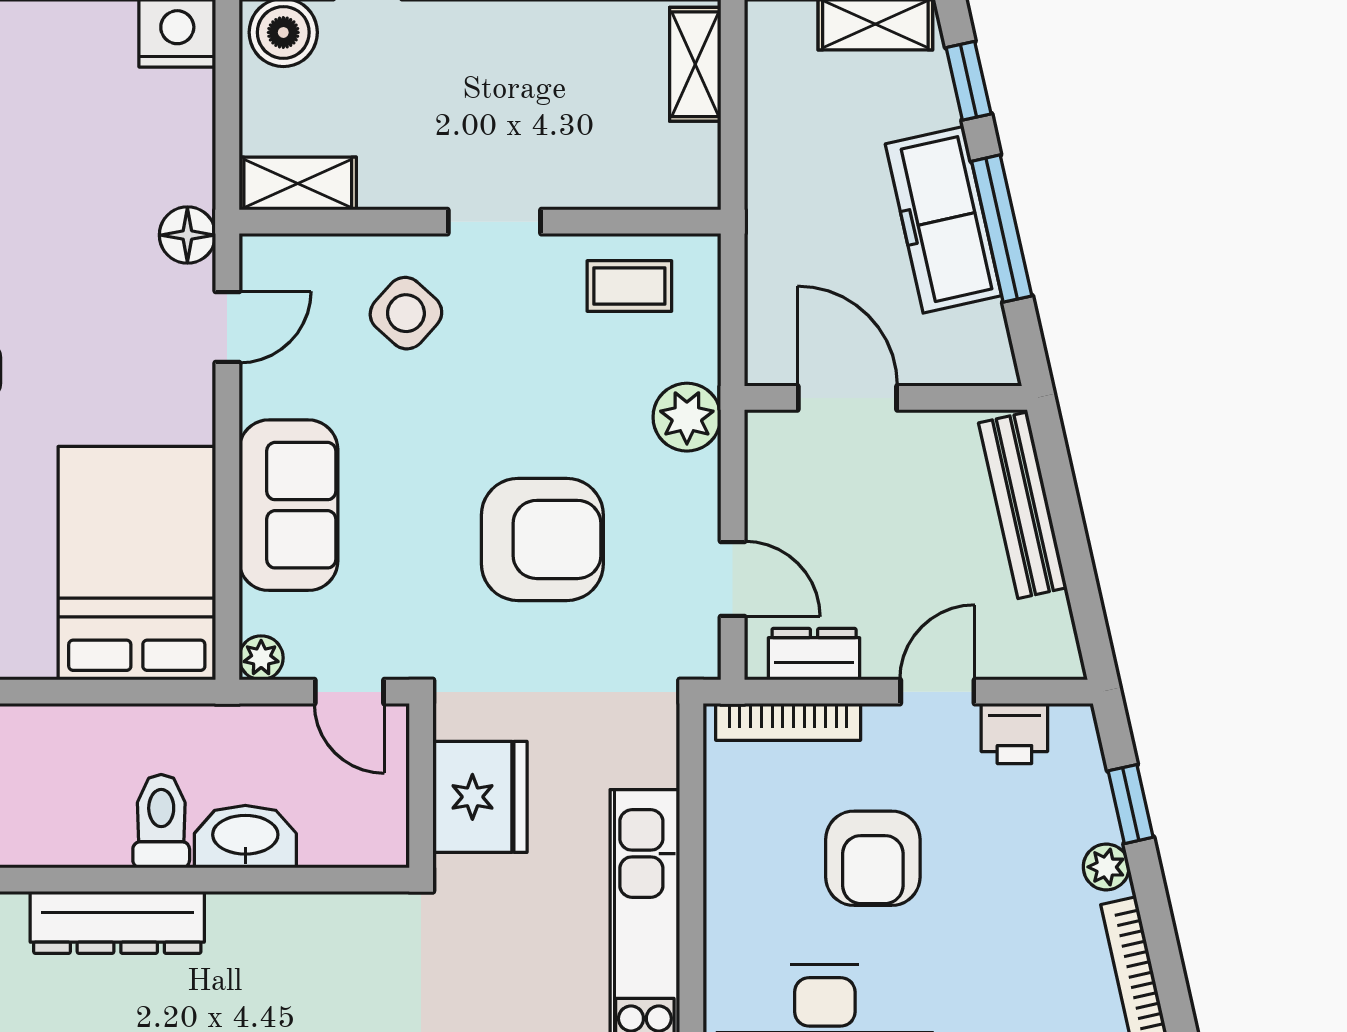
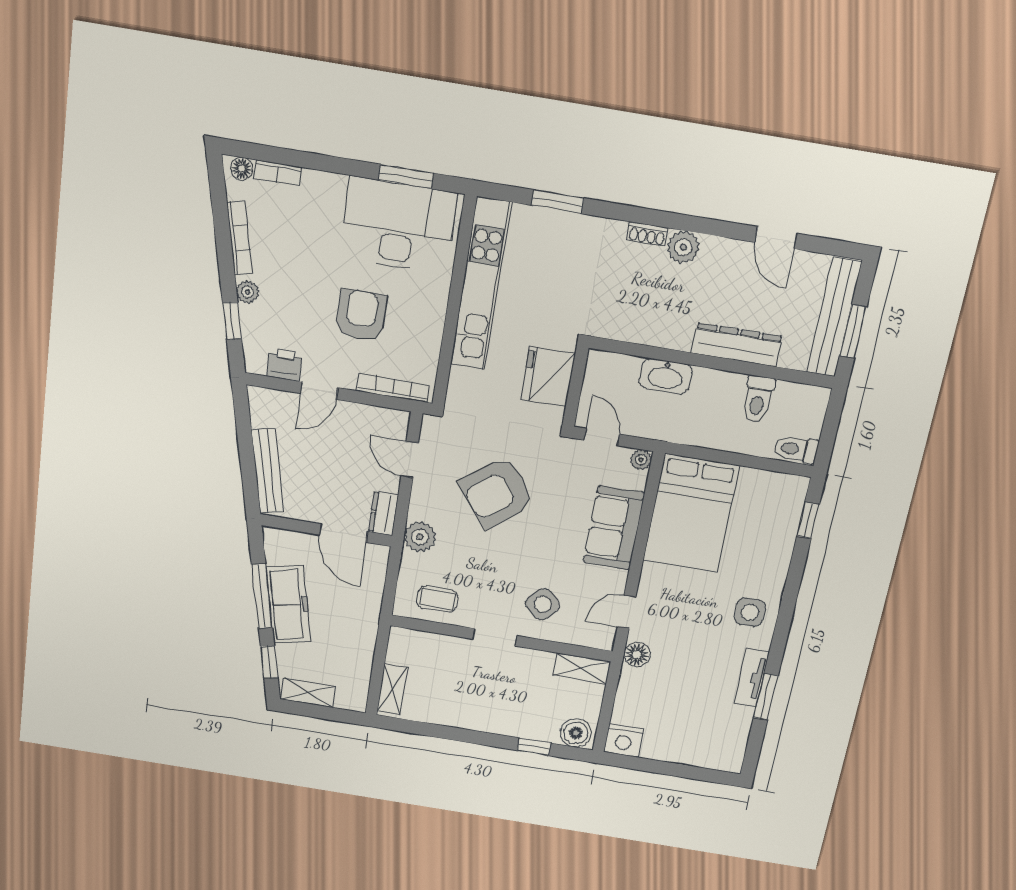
armchair: (542, 539) -> (497, 492), turned -38
dresser: (814, 654) -> (383, 513), moved, turned 90
toilet: (161, 821) -> (758, 399), moved

